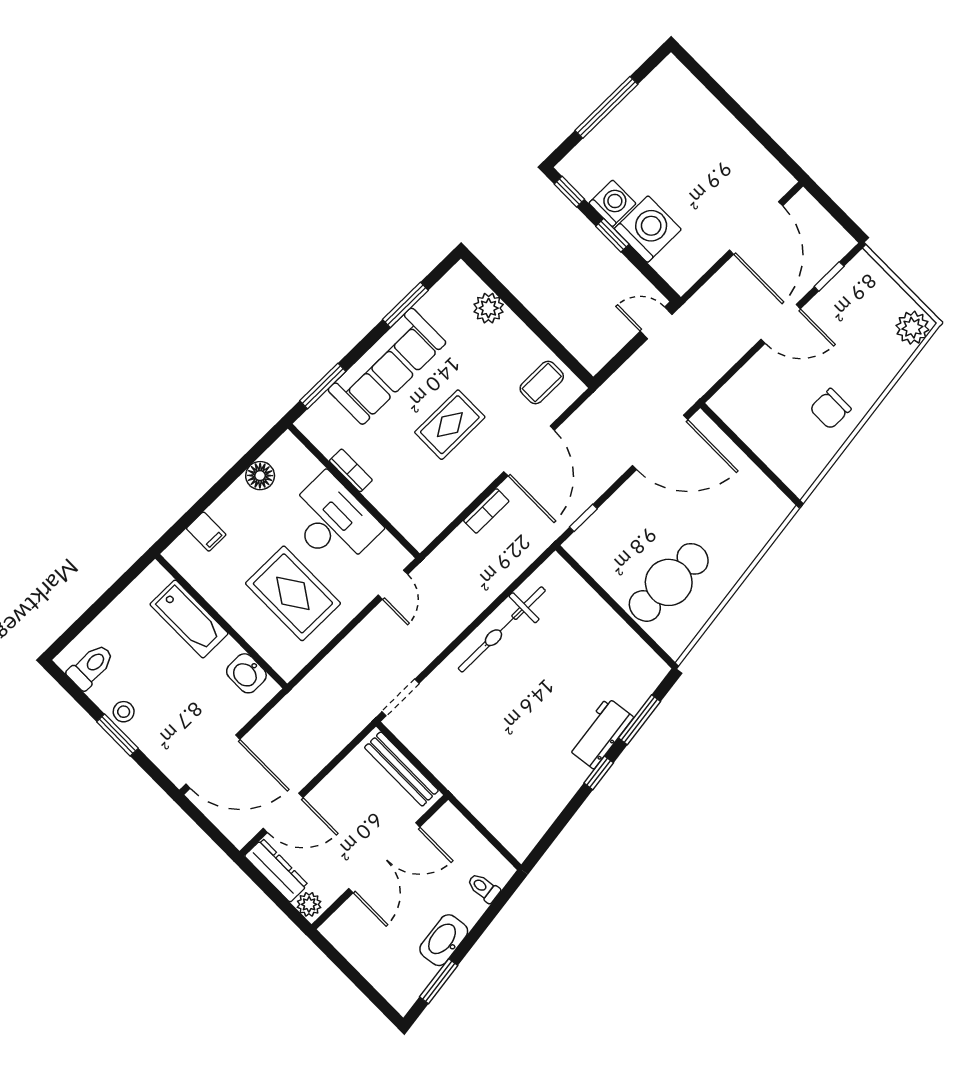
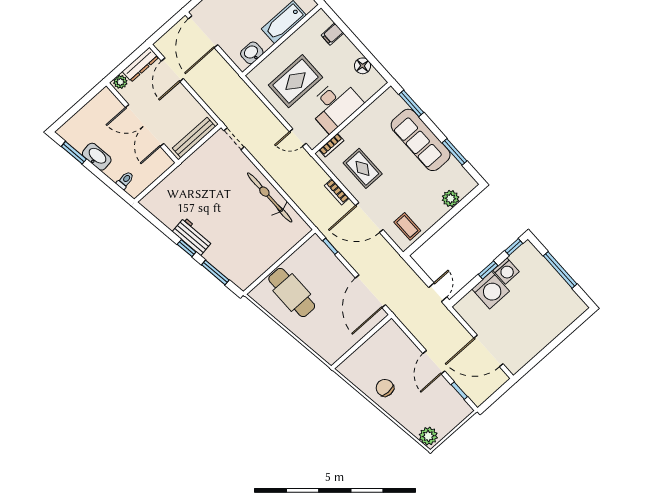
rug: (450, 425) -> (363, 168), moved
bookcase: (351, 470) -> (331, 145), moved
workbench: (600, 733) -> (193, 236), moved

